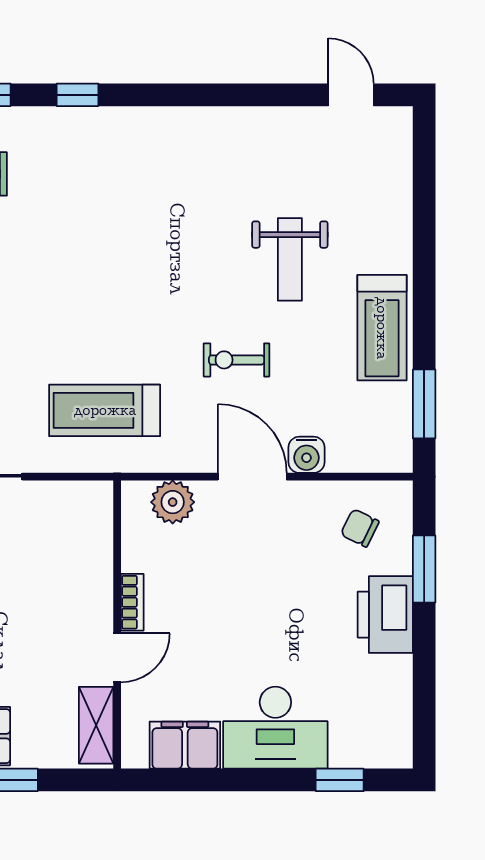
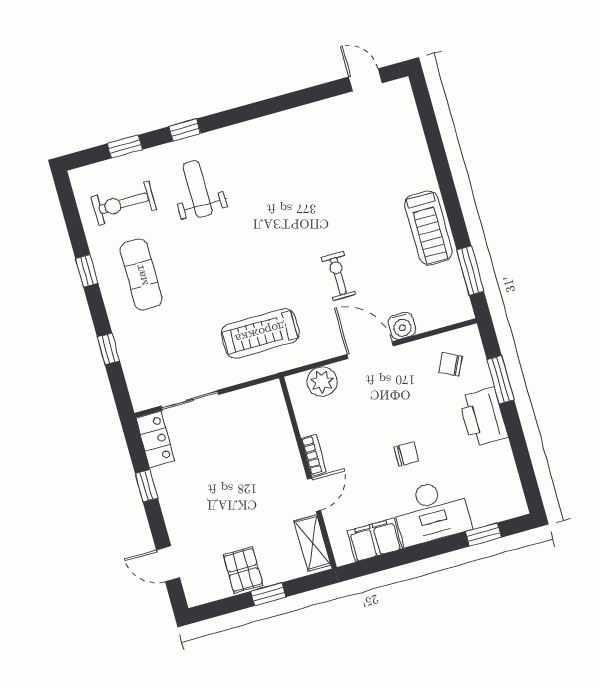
weight bench: (290, 259) -> (198, 189), moved, turned 180
exercise bike: (237, 360) -> (338, 276), turned 90
chair: (263, 637) -> (406, 454), added

